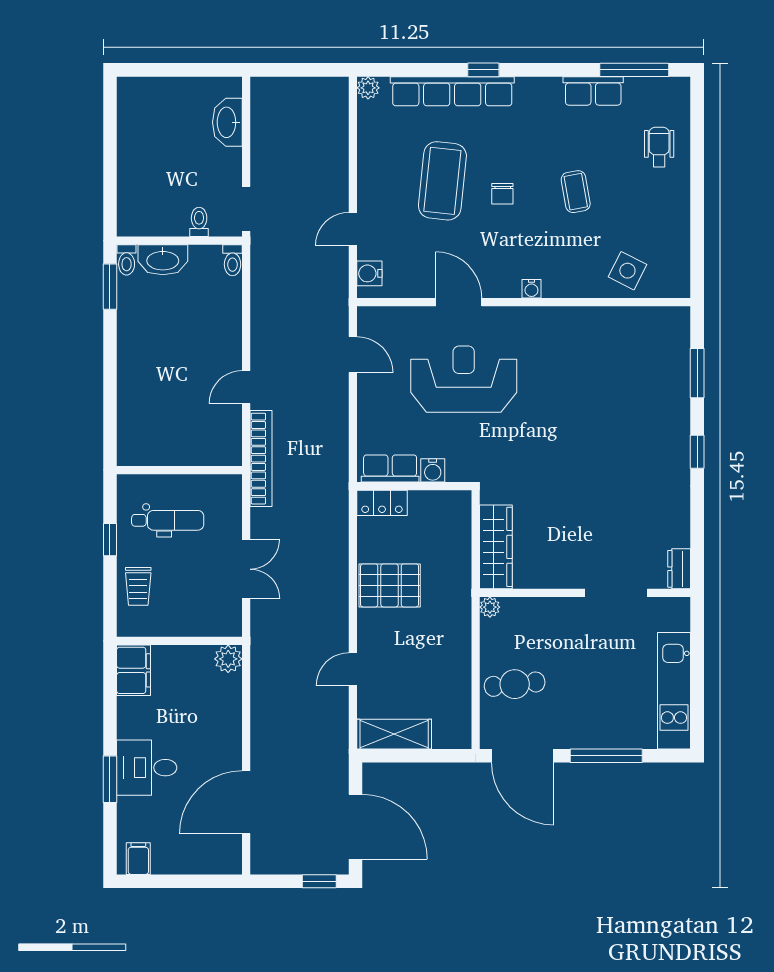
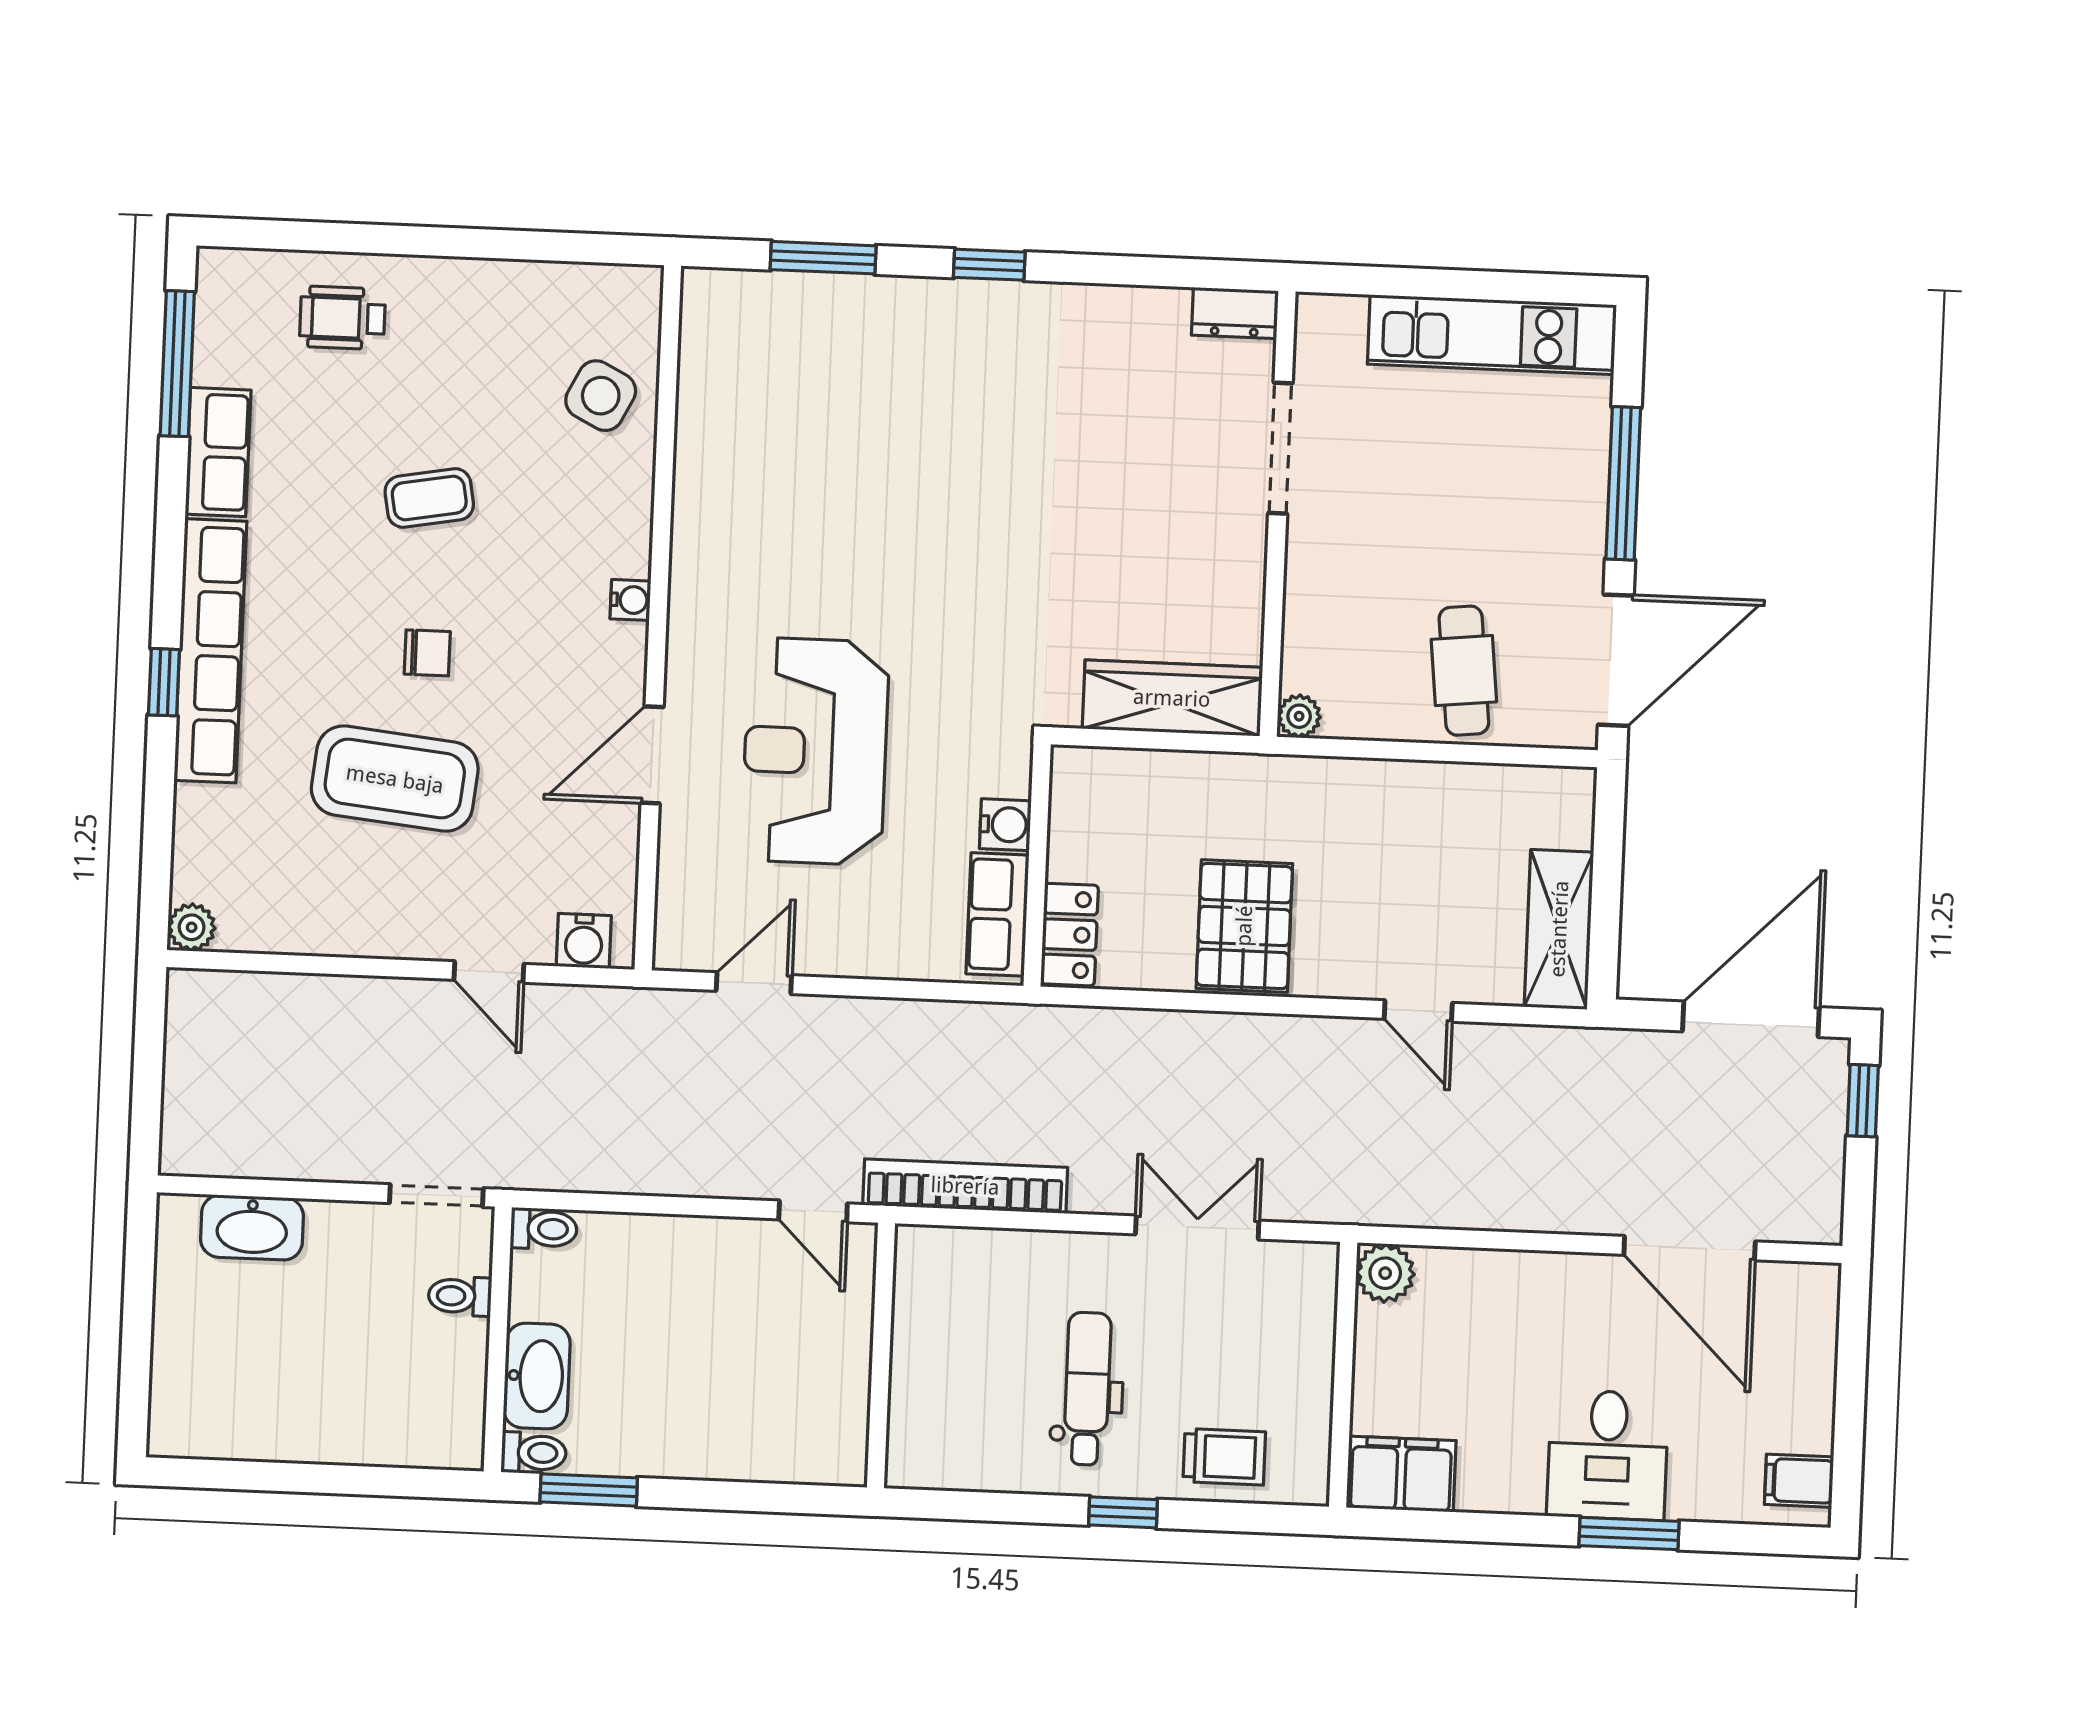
row of seats: (452, 91) -> (210, 651), moved
wall: (179, 470) -> (881, 1355), moved

